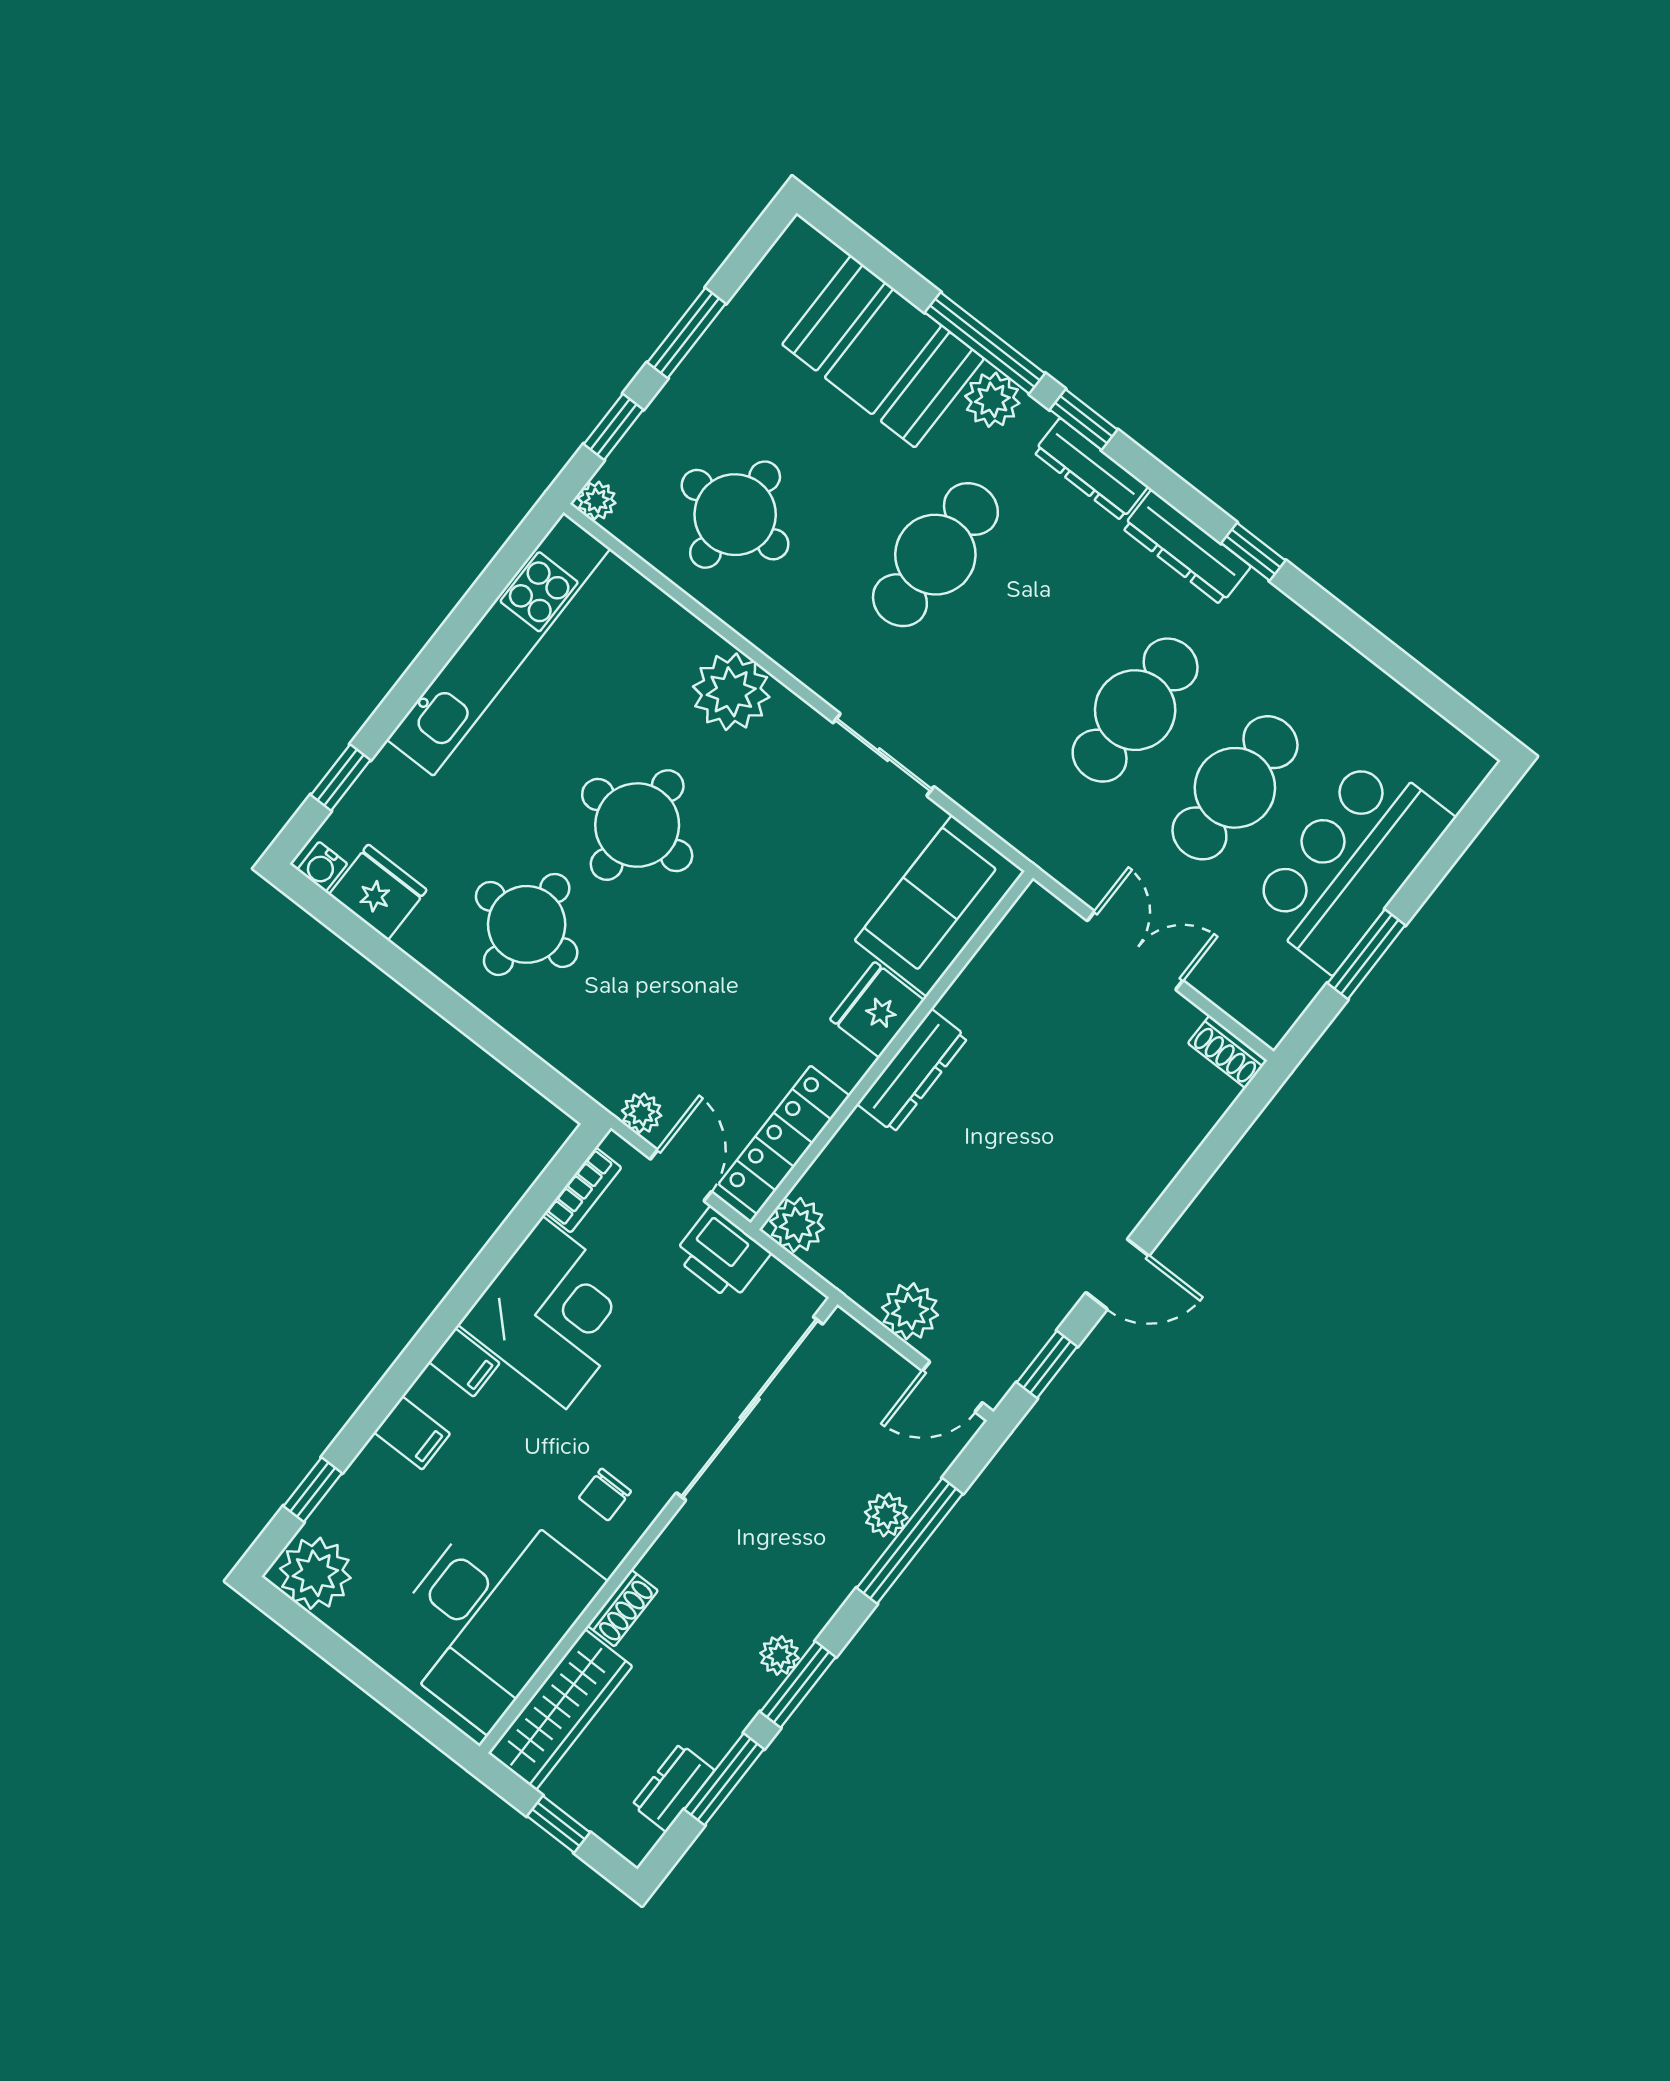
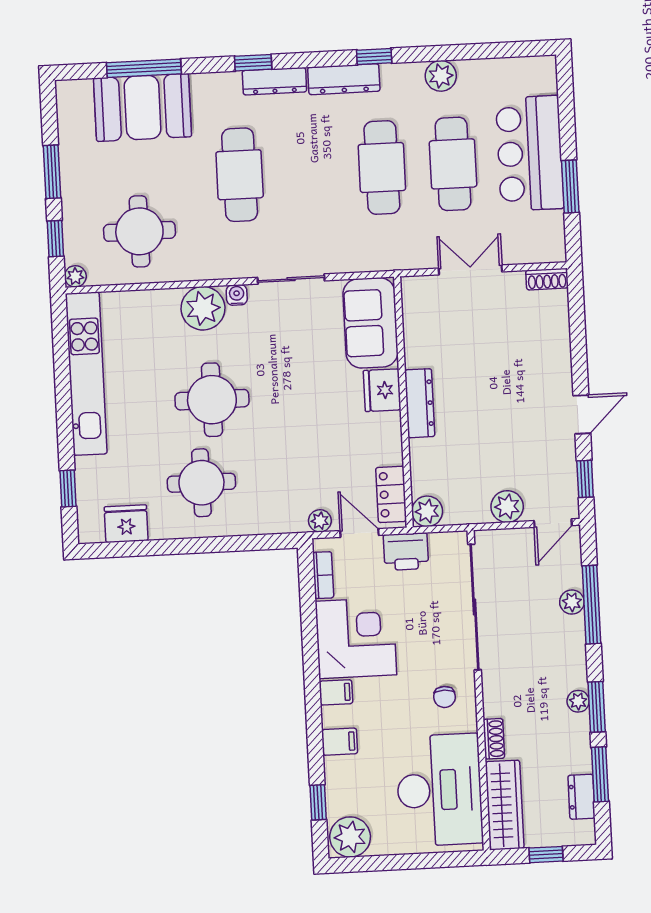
window: (985, 343) -> (144, 68), moved
plant: (992, 400) -> (441, 76), moved
water cooler: (322, 867) -> (237, 295), moved, turned 180
locker: (784, 1140) -> (391, 494), width x0.66

